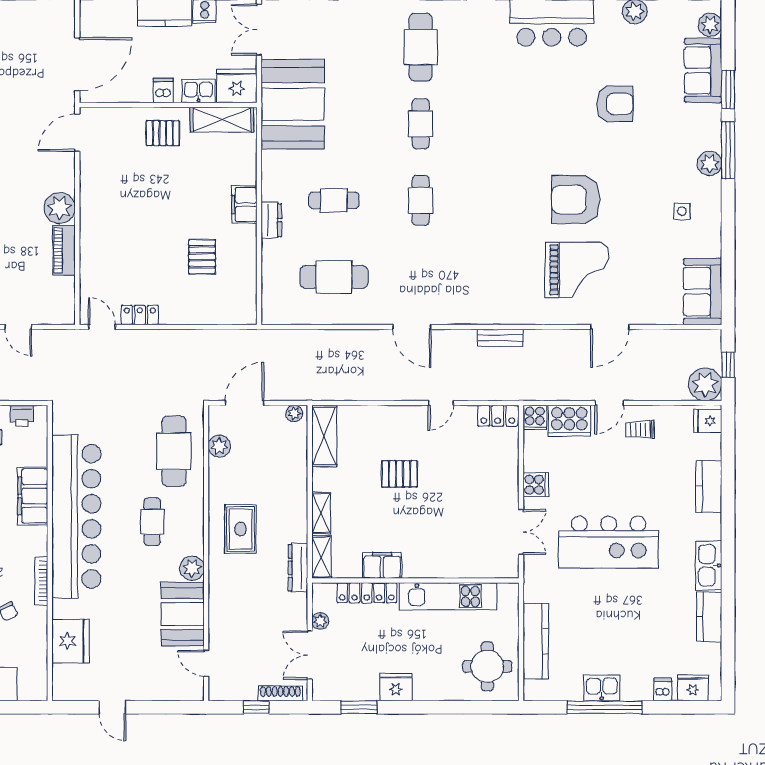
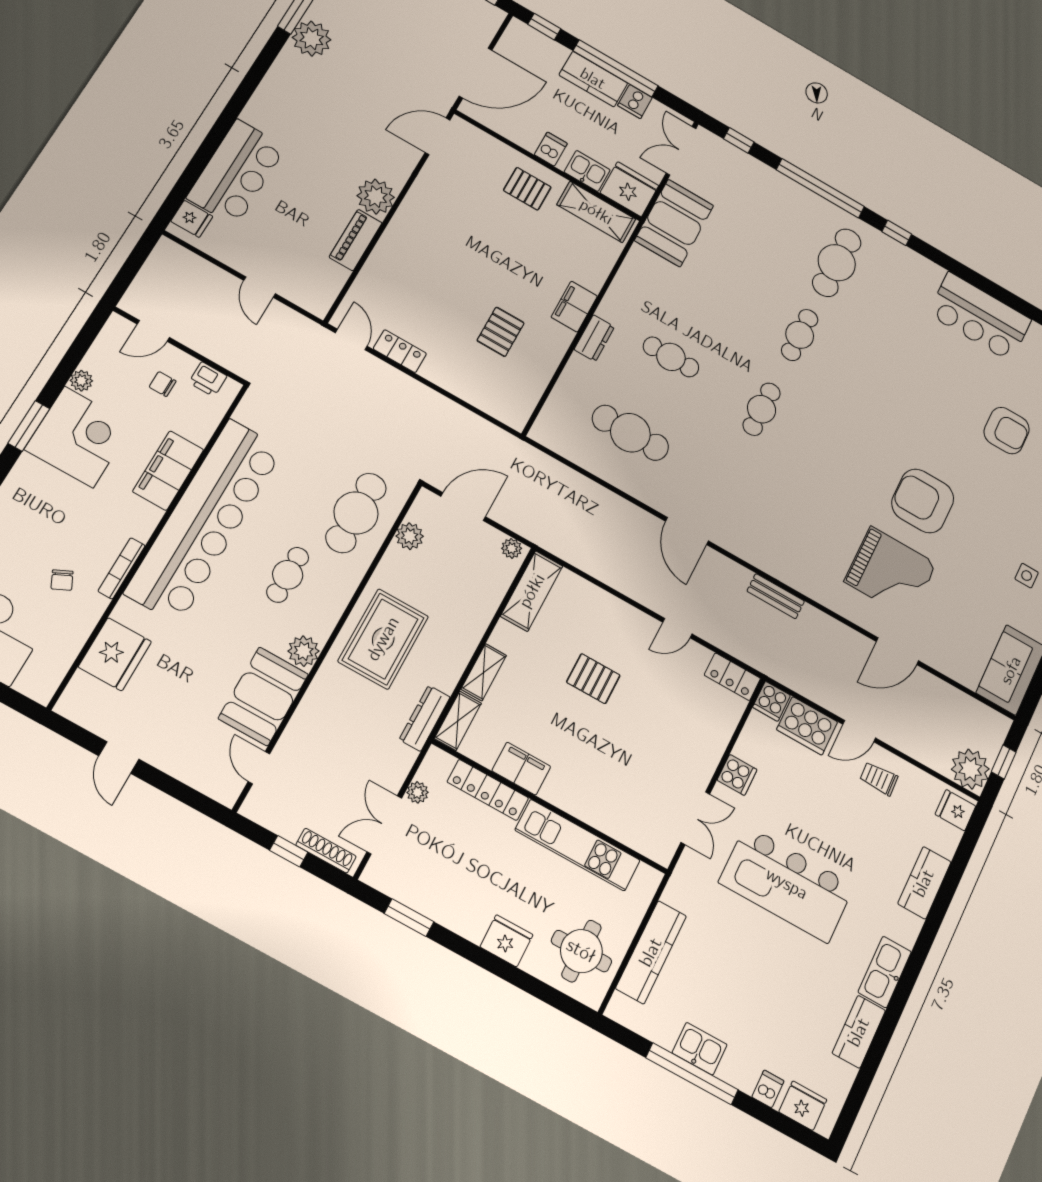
booth: (293, 104) -> (674, 223), width x0.73, depth x0.70
rug: (240, 529) -> (383, 639), width x1.36, depth x1.43
fridge: (396, 687) -> (506, 941), moved

